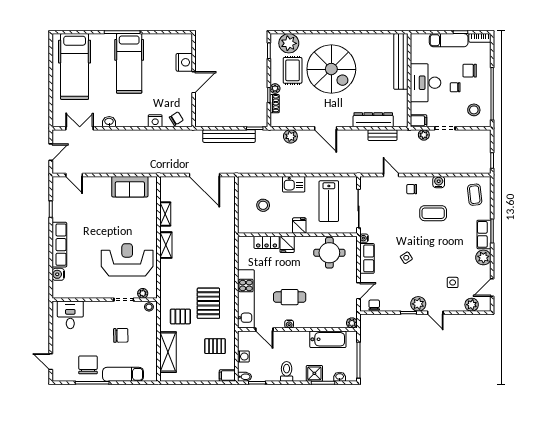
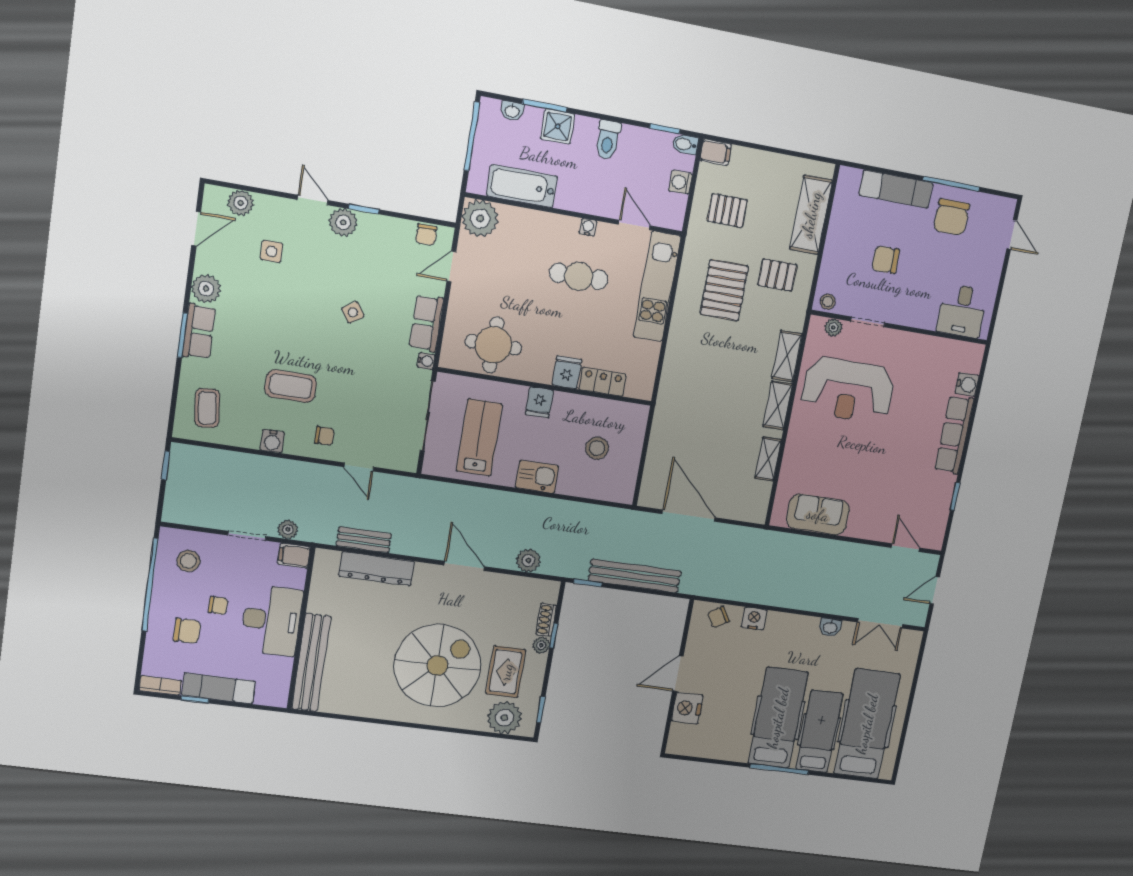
hospital bed: (103, 58) -> (819, 731), added
spiral stairs: (331, 69) -> (437, 665), turned 90
shelving: (166, 273) -> (787, 356), added
plant: (352, 323) -> (480, 219), width x1.87, depth x1.87

